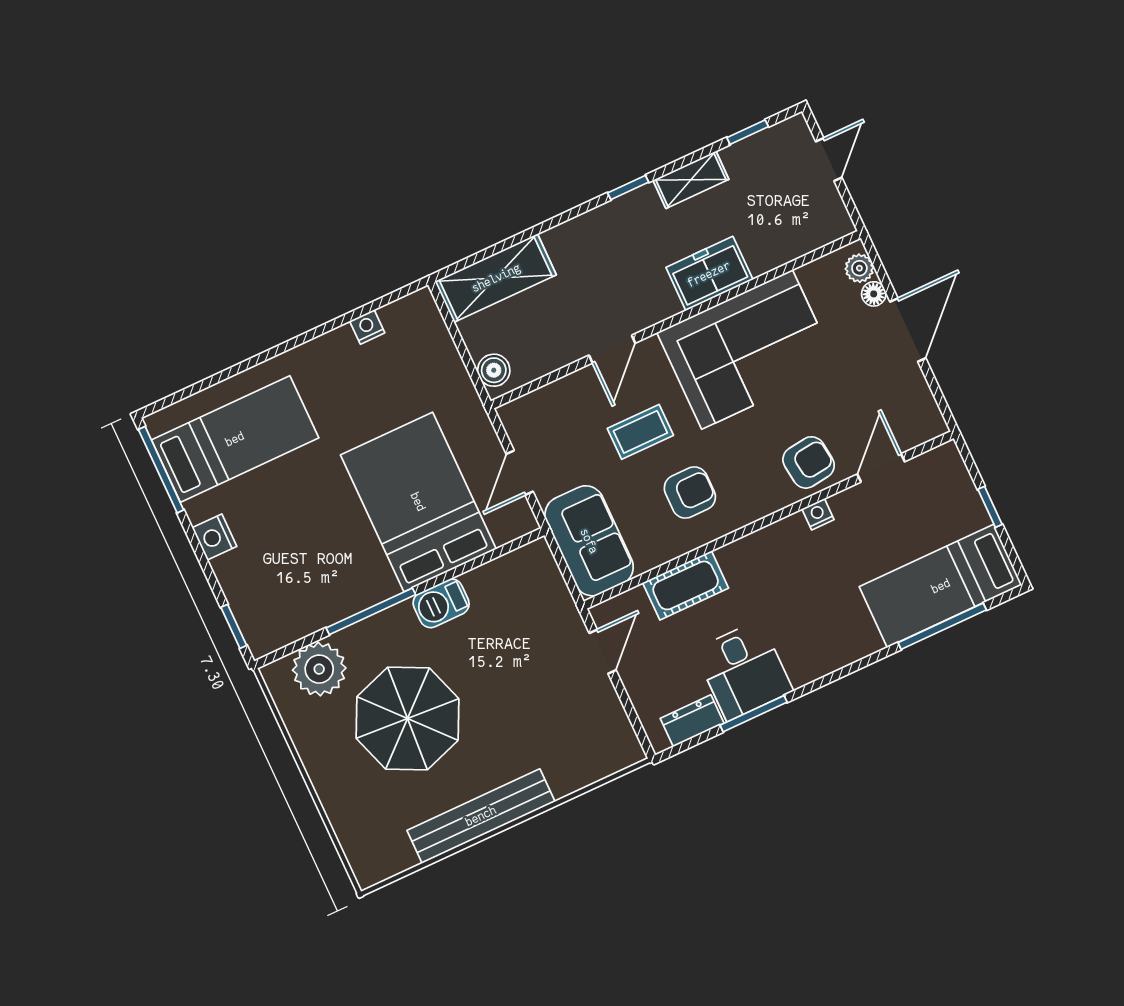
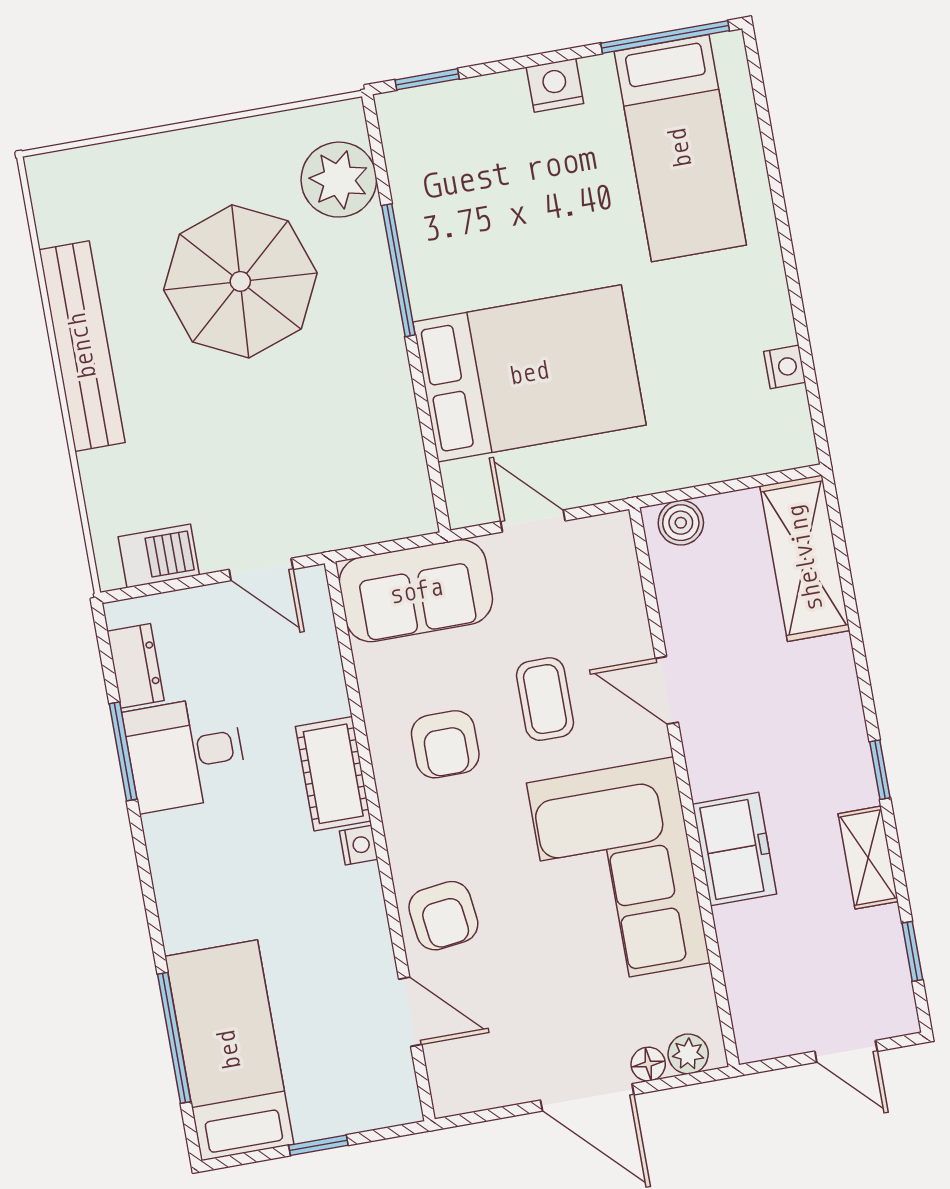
nightstand: (818, 514) -> (359, 845), moved
cot: (686, 585) -> (333, 774), moved
barbecue: (441, 603) -> (159, 556), moved, turned 90

